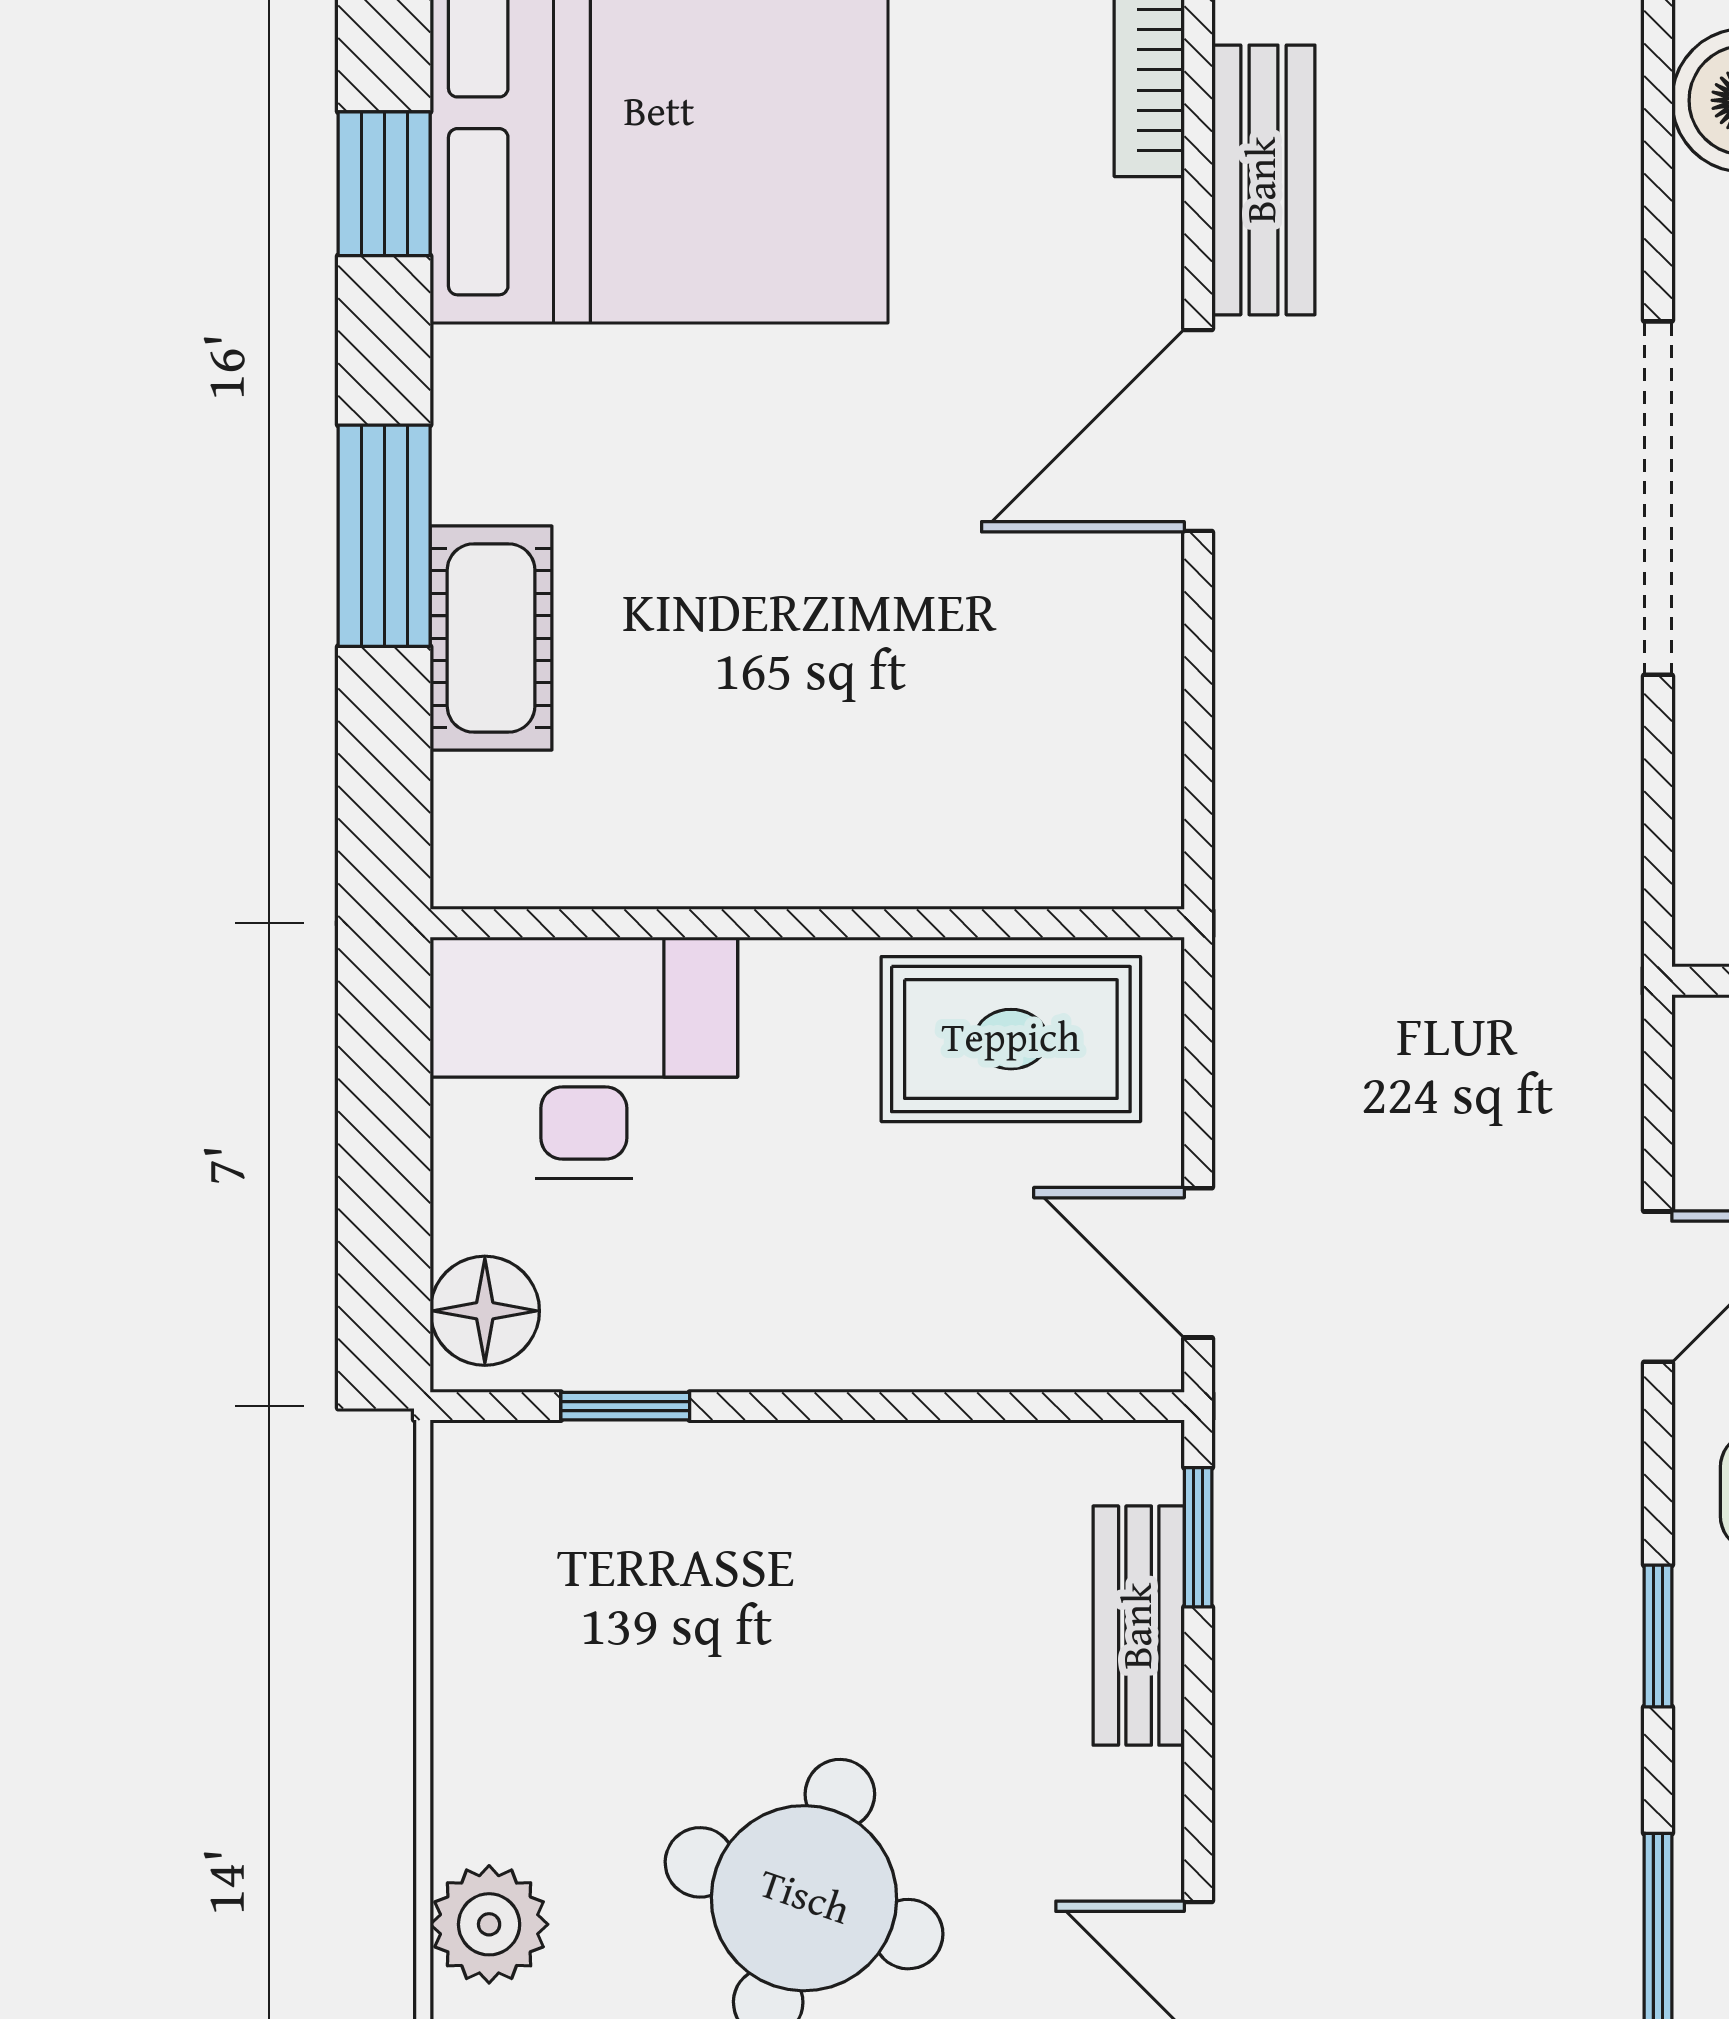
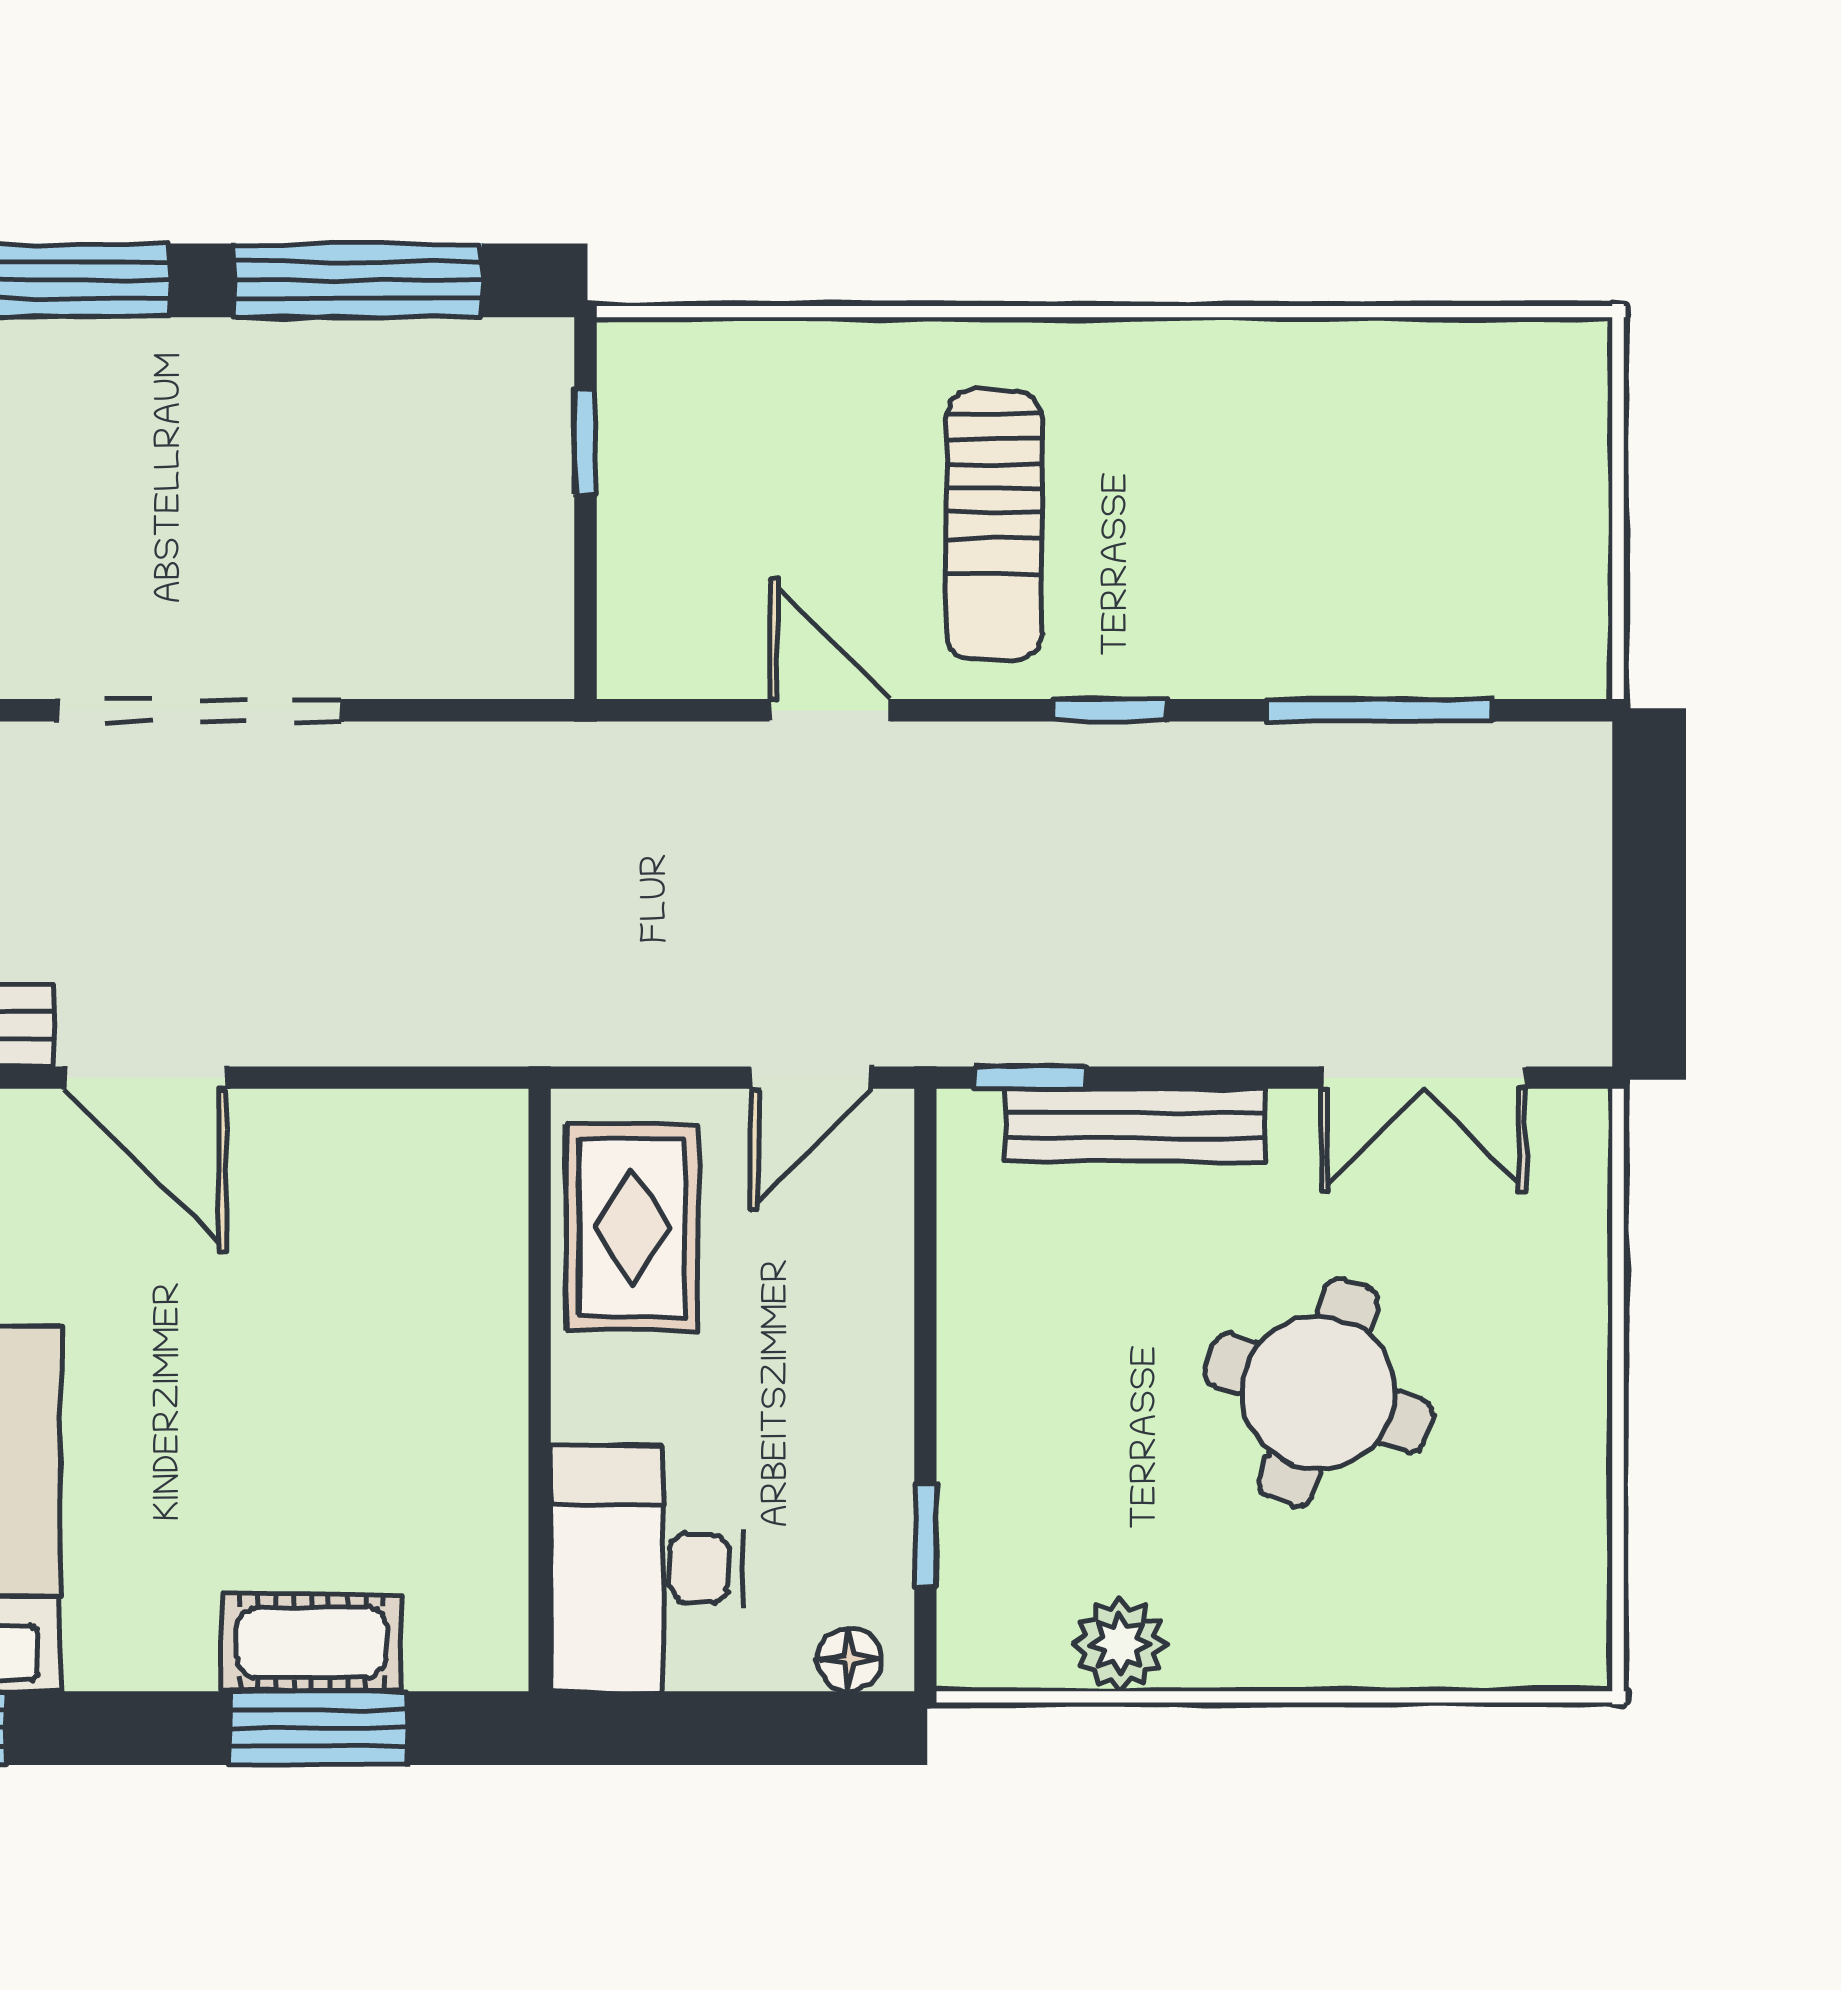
window: (384, 536) -> (318, 1728), moved
floor lamp: (485, 1311) -> (849, 1659), width x0.73, depth x0.73
bench: (1139, 1626) -> (1135, 1125), width x1.36
plant: (489, 1924) -> (1120, 1644), moved

